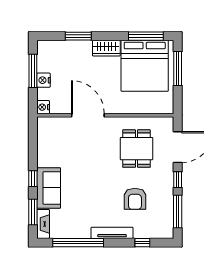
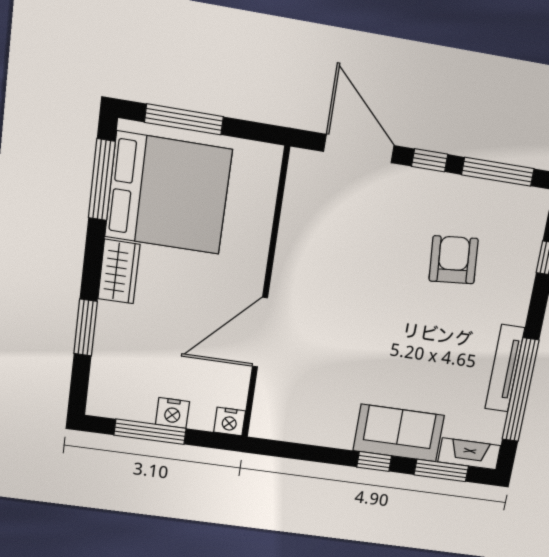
dining table: (136, 149) -> (347, 240), removed
armchair: (135, 199) -> (454, 260), turned -95
tv unit: (112, 233) -> (505, 368), moved

